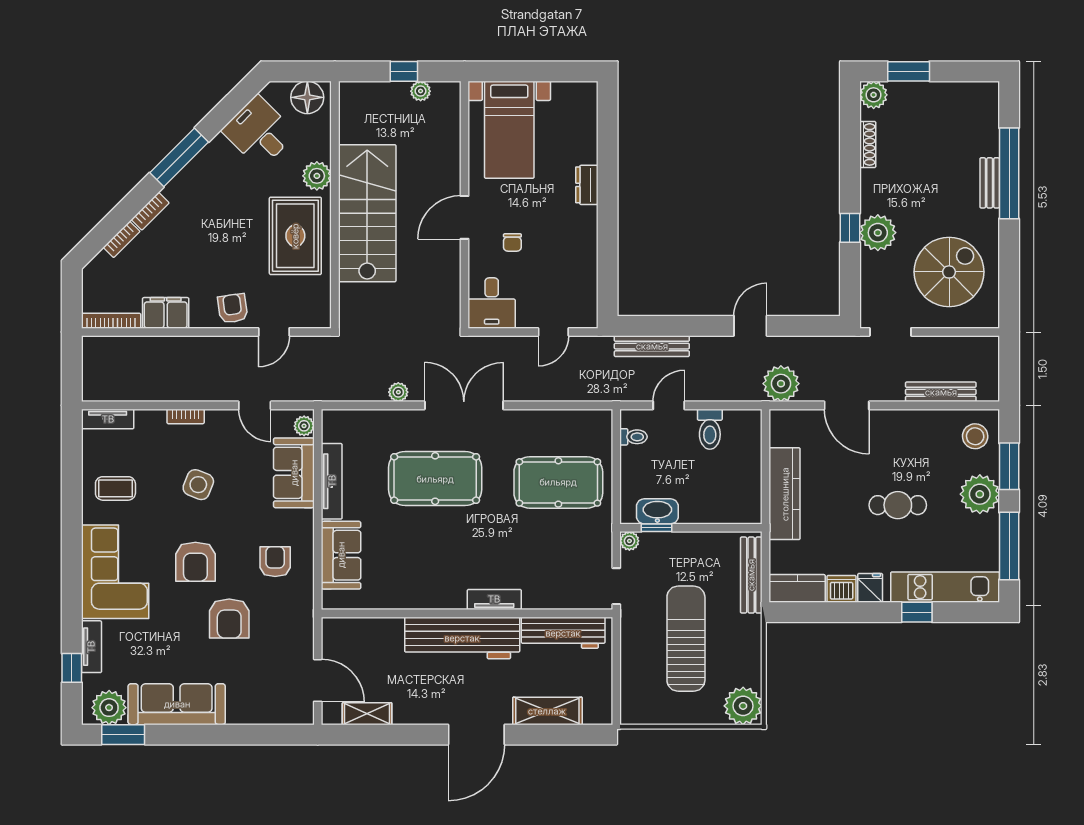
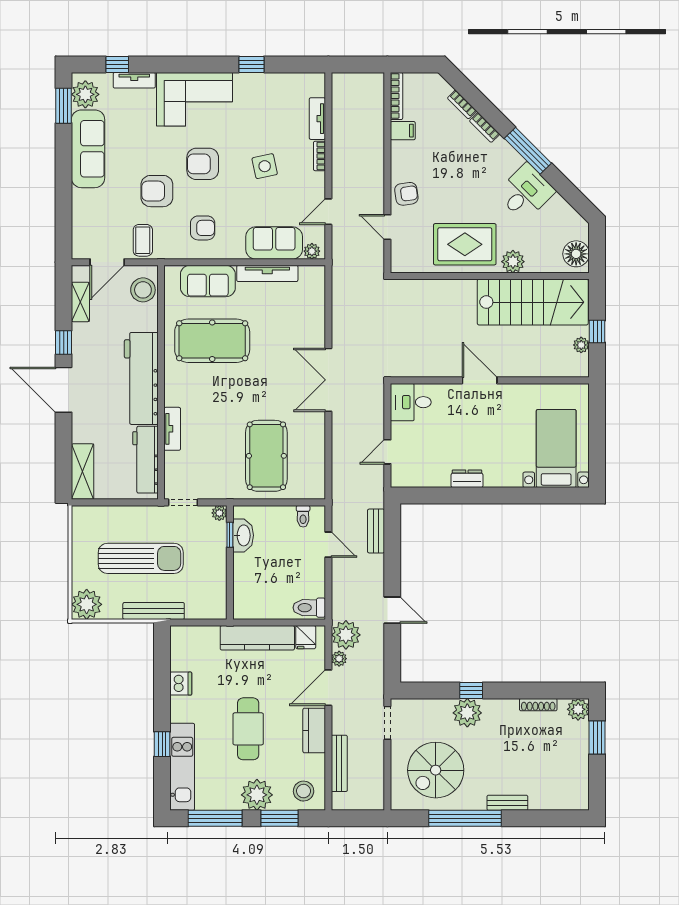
bed with nightstands: (509, 130) -> (556, 449), moved, turned 90
desk: (259, 132) -> (526, 192), moved
window: (1009, 173) -> (465, 818), moved
dresser: (587, 185) -> (467, 479), moved
stairs: (367, 213) -> (533, 302), moved
chair: (512, 243) -> (459, 419), removed
spiral stairs: (949, 272) -> (436, 770), turned 90
filing cabinet: (166, 313) -> (403, 131), width x0.50
door: (553, 332) -> (387, 452), hinge flipped
bench: (652, 346) -> (376, 531), width x0.73
plant: (398, 392) -> (339, 659), moved
double door: (464, 405) -> (328, 380), swing flipped
tv unit: (108, 419) -> (317, 119), moved
toilet: (710, 429) -> (309, 608), moved
pool table: (435, 479) -> (212, 341), moved, turned 90
side table: (198, 485) -> (265, 166), turned -34
coffee table: (115, 488) -> (143, 240), moved
window: (72, 501) -> (251, 64), added
cafe table: (898, 505) -> (248, 729), width x1.37, depth x1.35
bench: (751, 575) -> (154, 611), moved
kitchen counter: (797, 588) -> (314, 730), moved, turned 180
fridge: (870, 588) -> (306, 637), moved, turned 90
tv unit: (494, 599) -> (172, 429), moved
stool: (352, 636) -> (143, 290), added
shelving: (547, 711) -> (83, 472), moved
window: (417, 735) -> (64, 342), added

